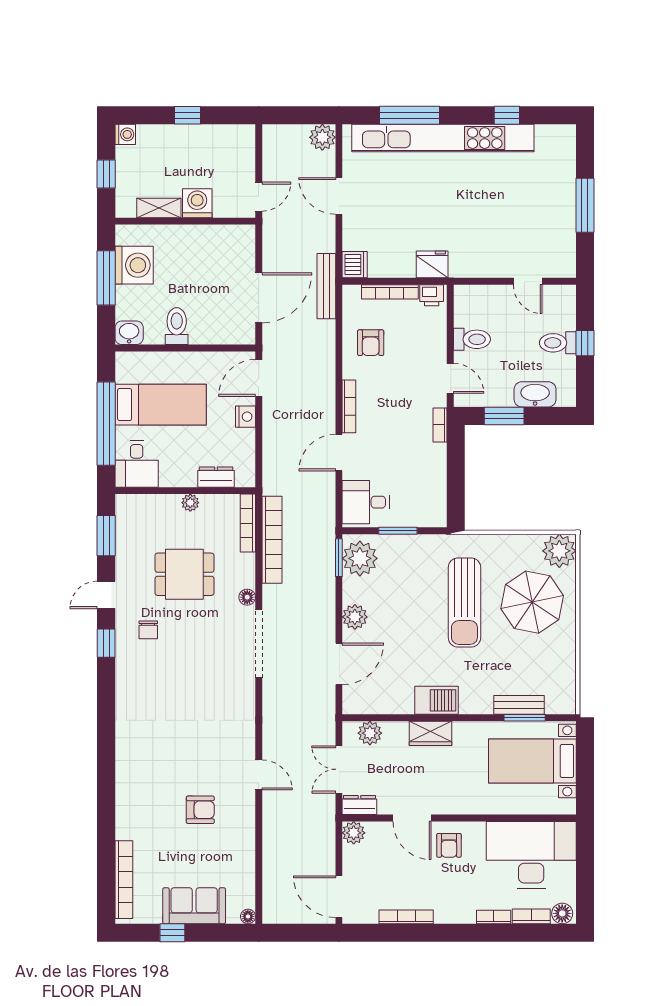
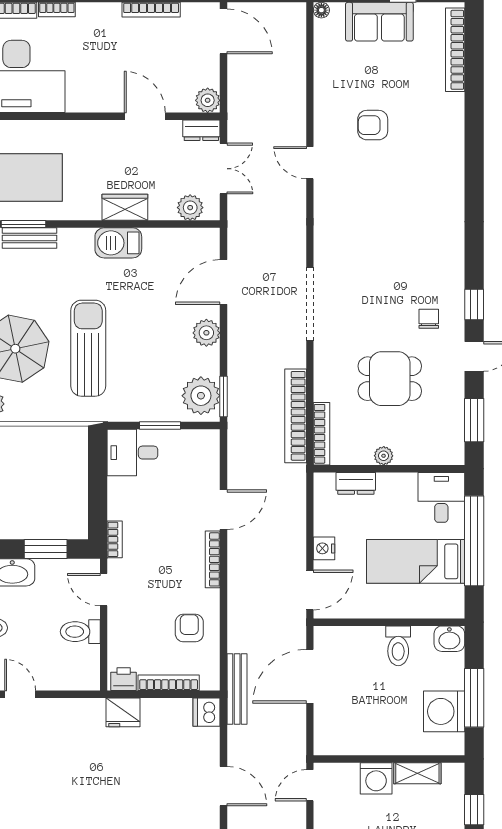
desk: (366, 502) -> (132, 453), moved, turned 180
floor lamp: (247, 597) -> (322, 354), removed
armchair: (449, 845) -> (105, 87), removed

